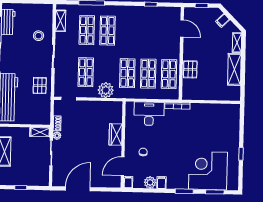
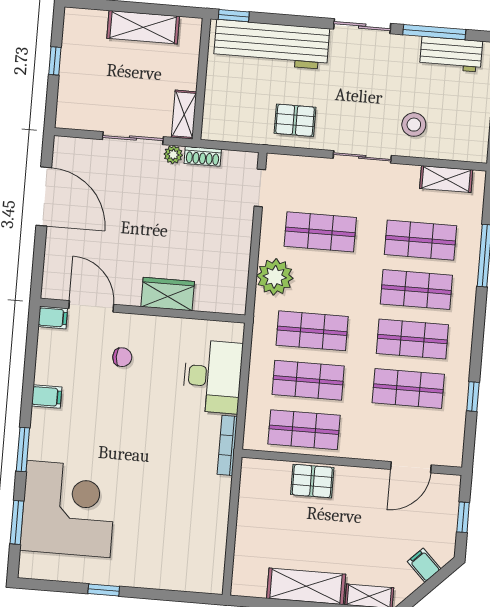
shop shelf: (128, 31) -> (412, 339), added
shop shelf: (149, 31) -> (408, 388), added
plant: (150, 182) -> (49, 370), removed

